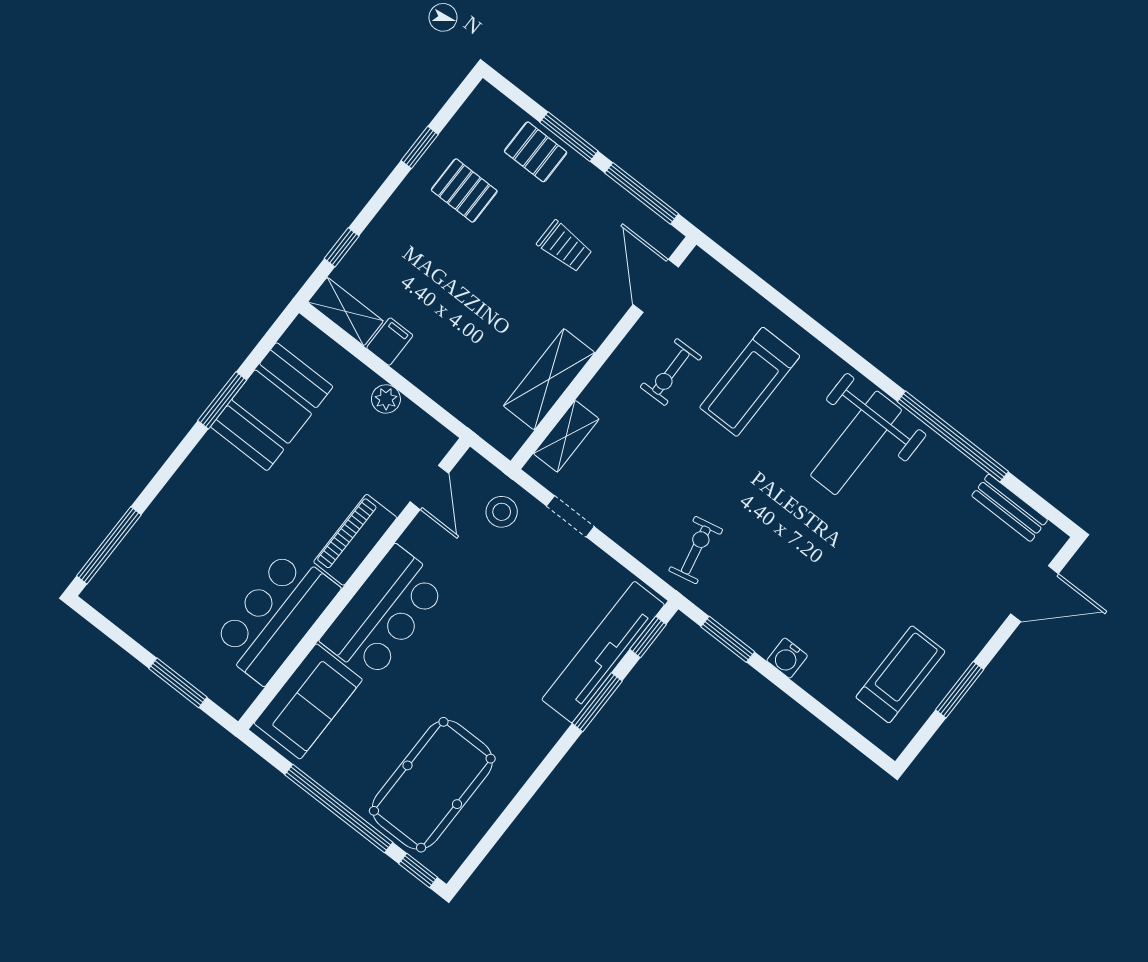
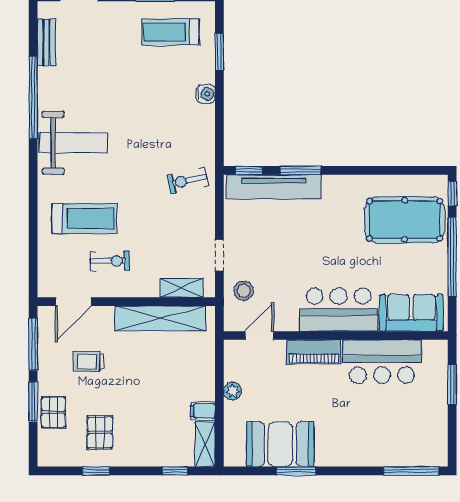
trolley: (565, 246) -> (89, 362), turned -90
shelving: (549, 379) -> (160, 318), width x1.47
window: (728, 639) -> (219, 52), moved

